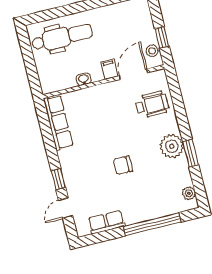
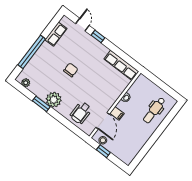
dental chair: (62, 37) -> (154, 110), width x0.73, depth x0.72

